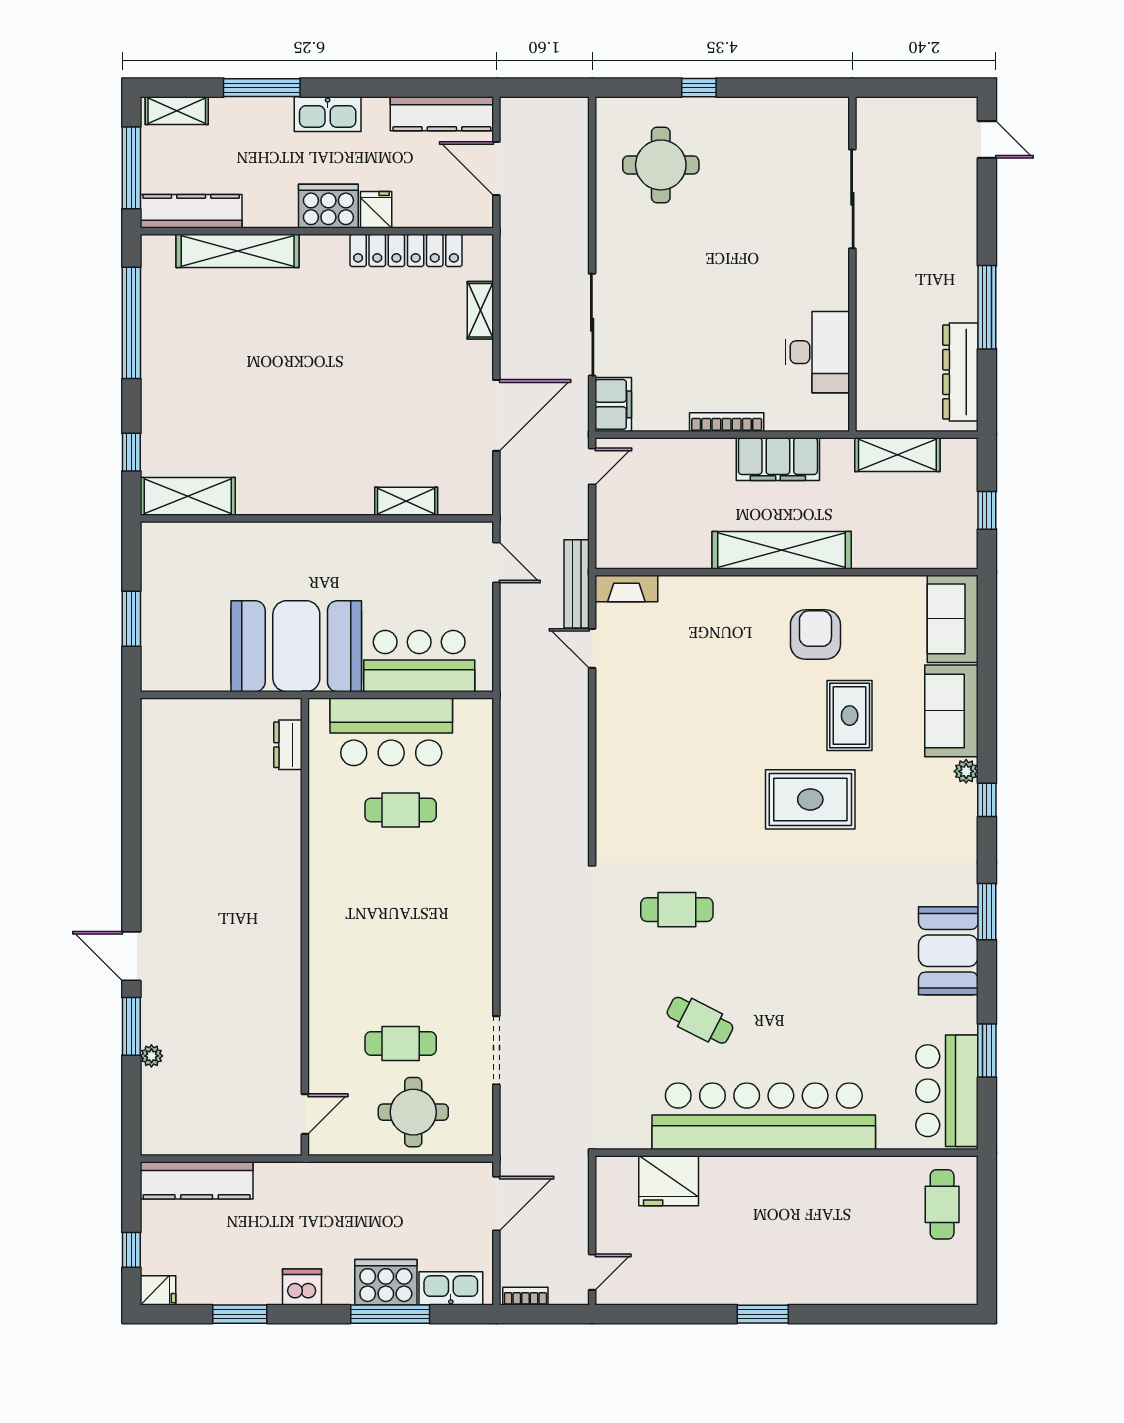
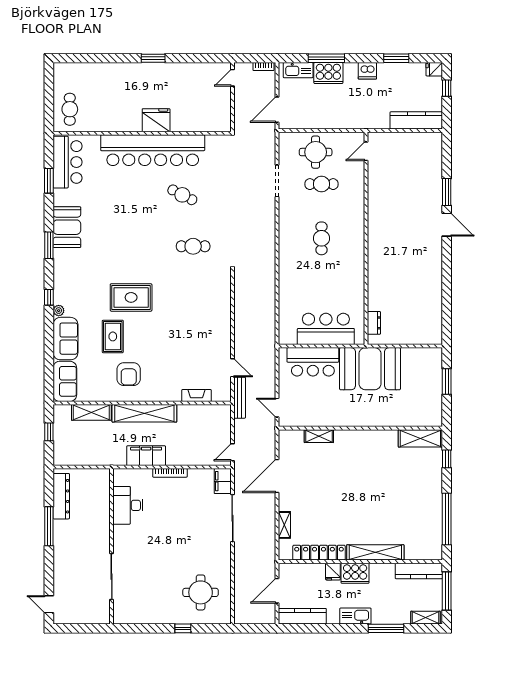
door: (496, 168) -> (277, 591), swing flipped
shelving: (238, 251) -> (375, 552), moved
shelving: (897, 455) -> (91, 412), moved
fireplace: (626, 589) -> (197, 395), moved
cafe table: (401, 810) -> (321, 238), moved, turned 90
plant: (151, 1056) -> (437, 178), removed
fridge: (669, 1181) -> (156, 120), moved

